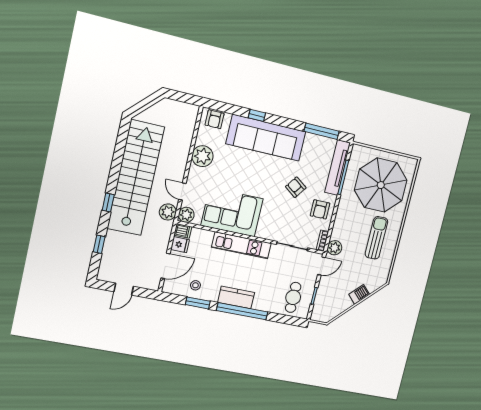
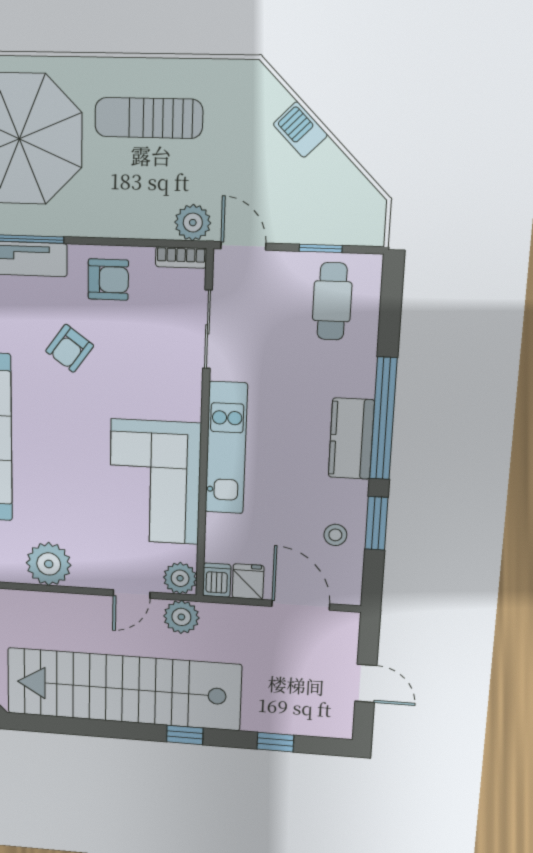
cafe table: (293, 297) -> (332, 301), turned 90

